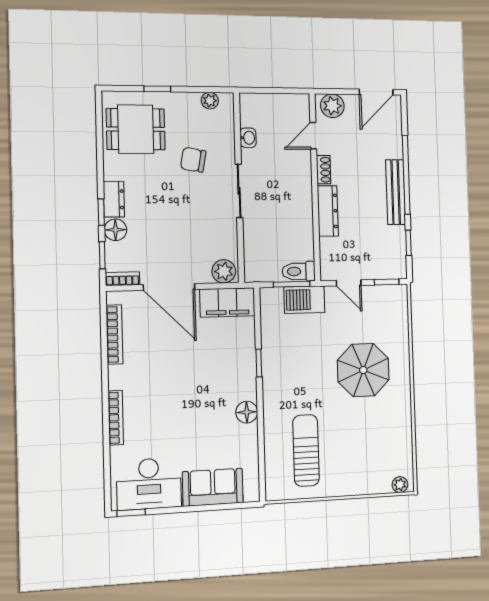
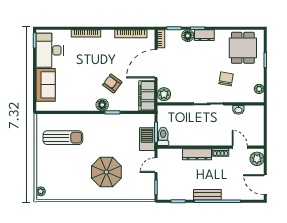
bench: (396, 192) -> (207, 195), width x0.73
armchair: (207, 366) -> (112, 83), added
floor lamp: (247, 412) -> (102, 105), moved

